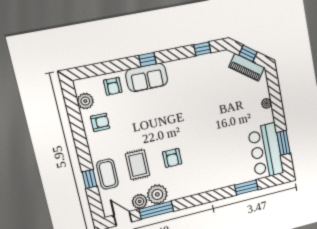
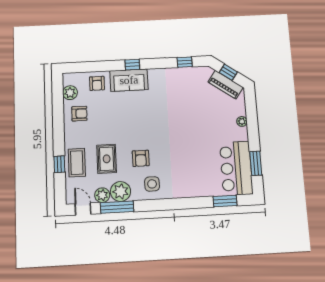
side table: (187, 181) -> (152, 184), added
window: (246, 187) -> (225, 201), moved

